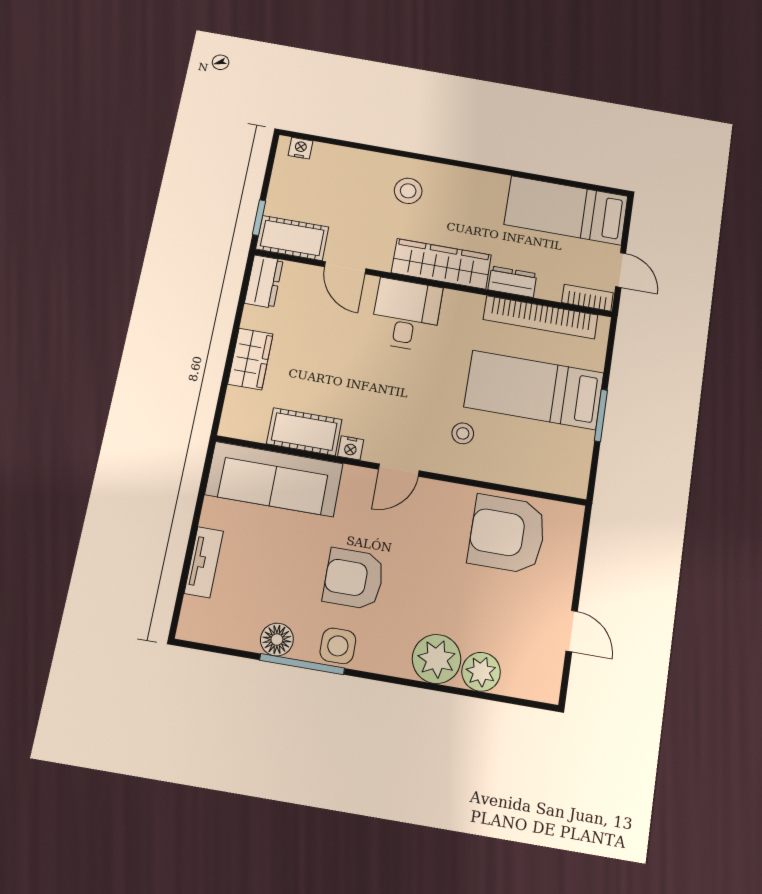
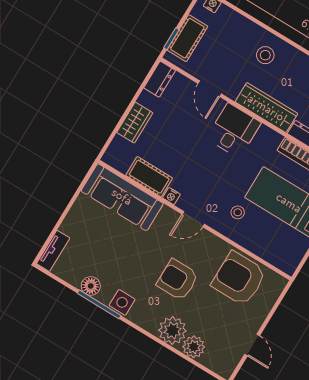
cot: (292, 238) -> (187, 38), moved, turned 90
tv unit: (204, 562) -> (53, 251), moved
armchair: (354, 579) -> (178, 280), moved

